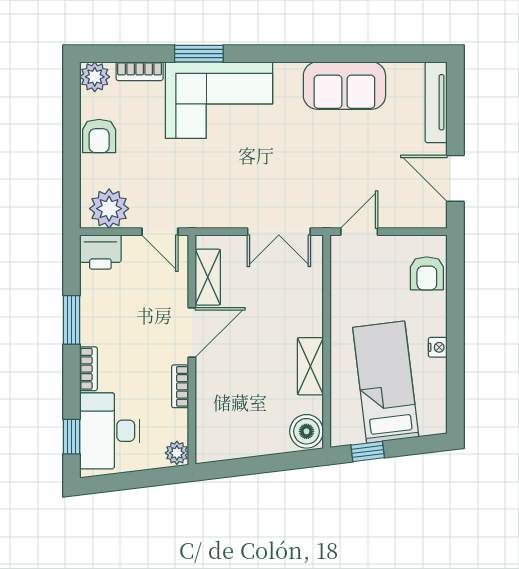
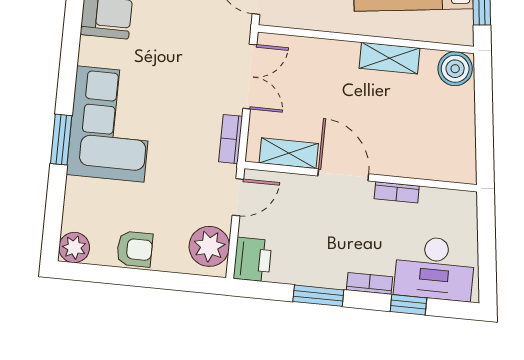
bookcase: (140, 71) -> (231, 139), moved, turned 180
window: (71, 437) -> (408, 305), moved
plant: (177, 453) -> (464, 202), removed

